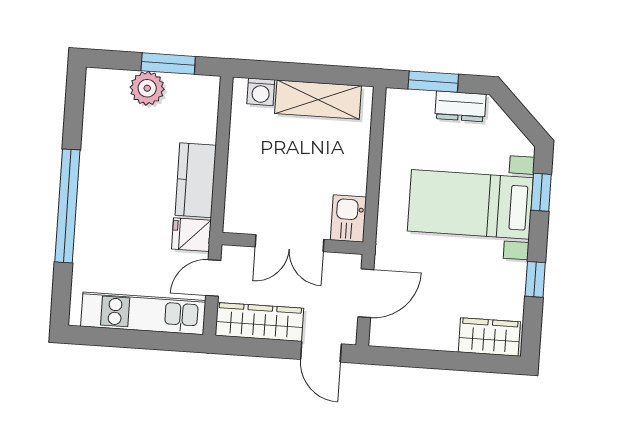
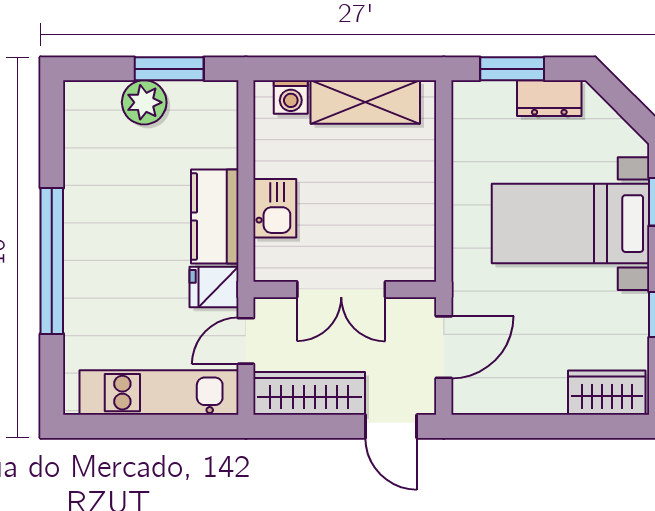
kitchen sink: (348, 218) -> (275, 208), moved, turned 180

